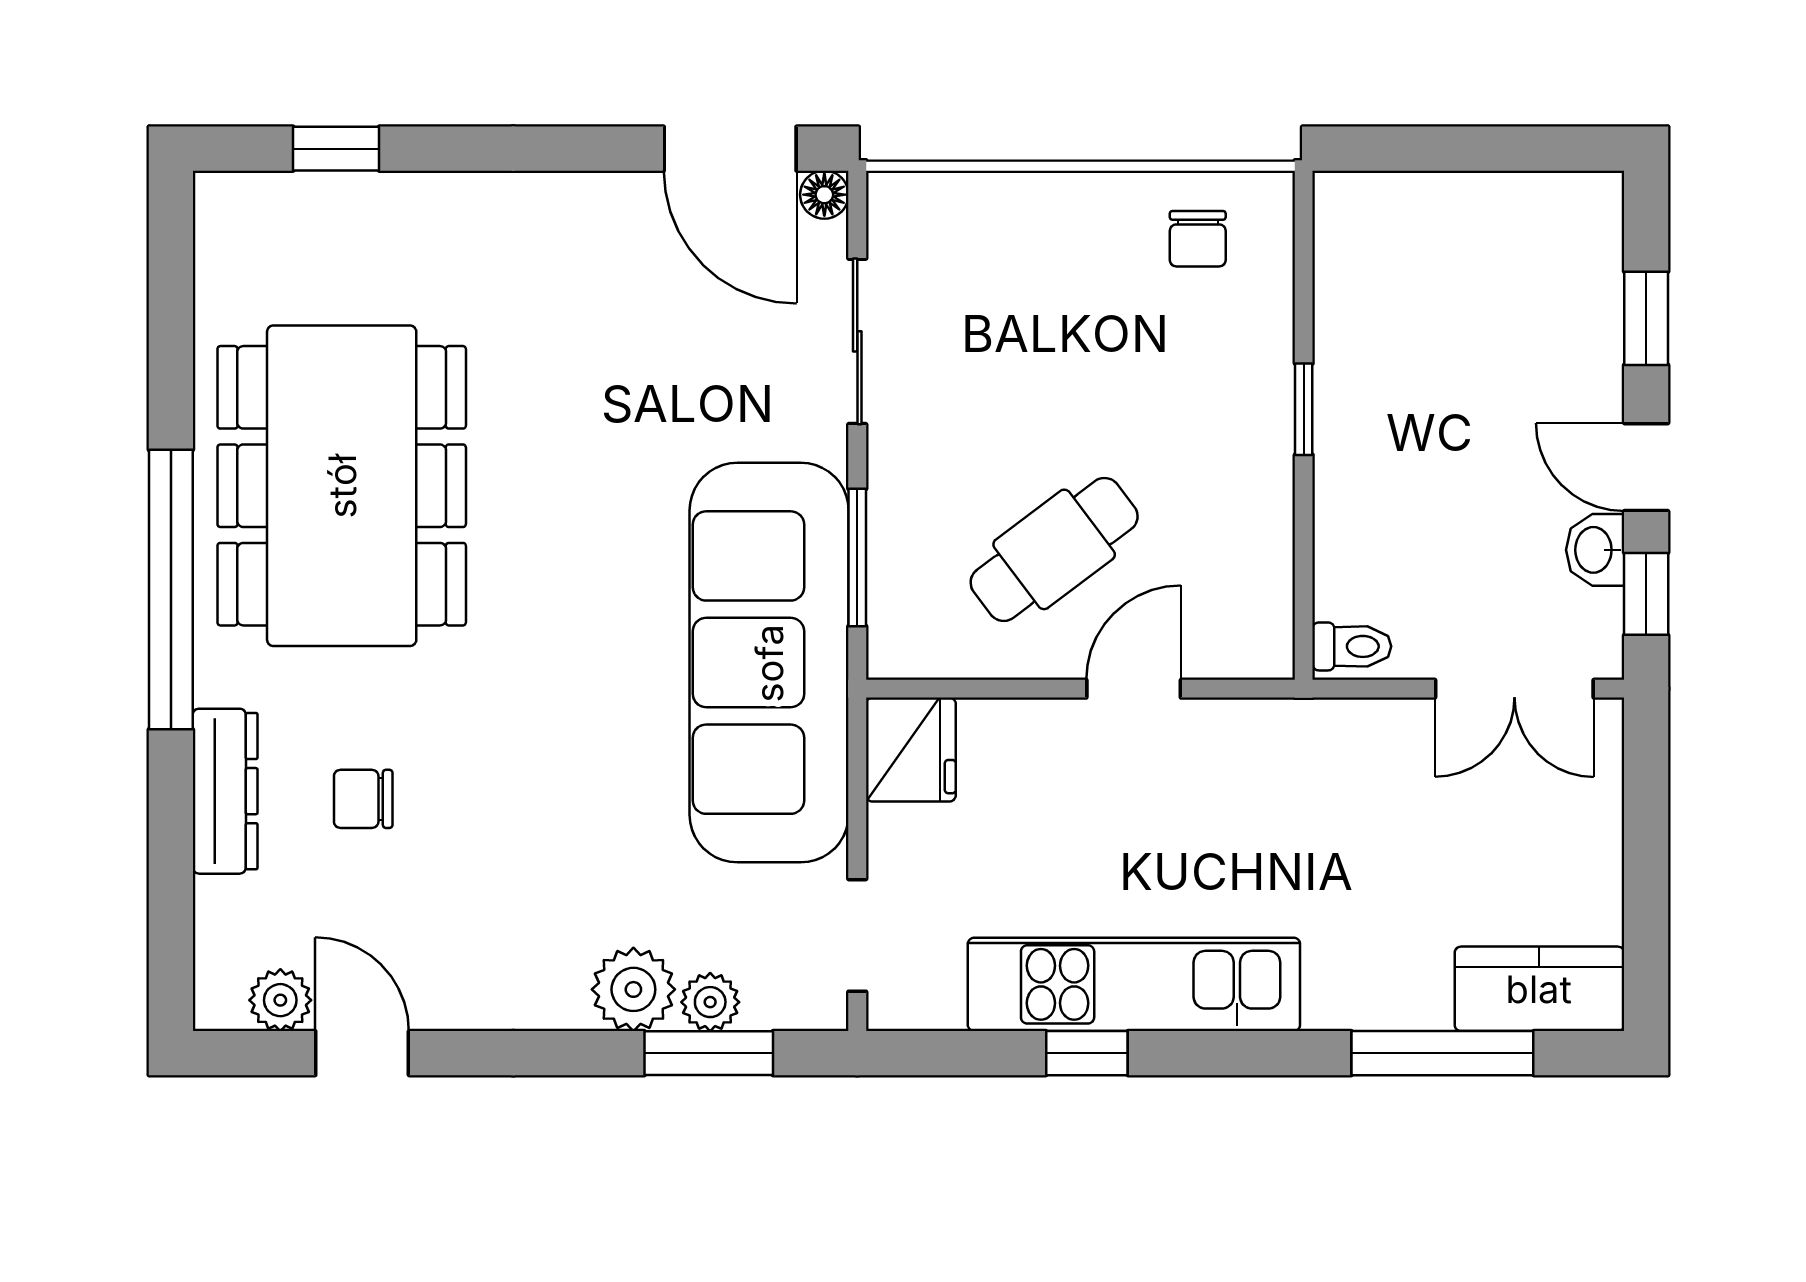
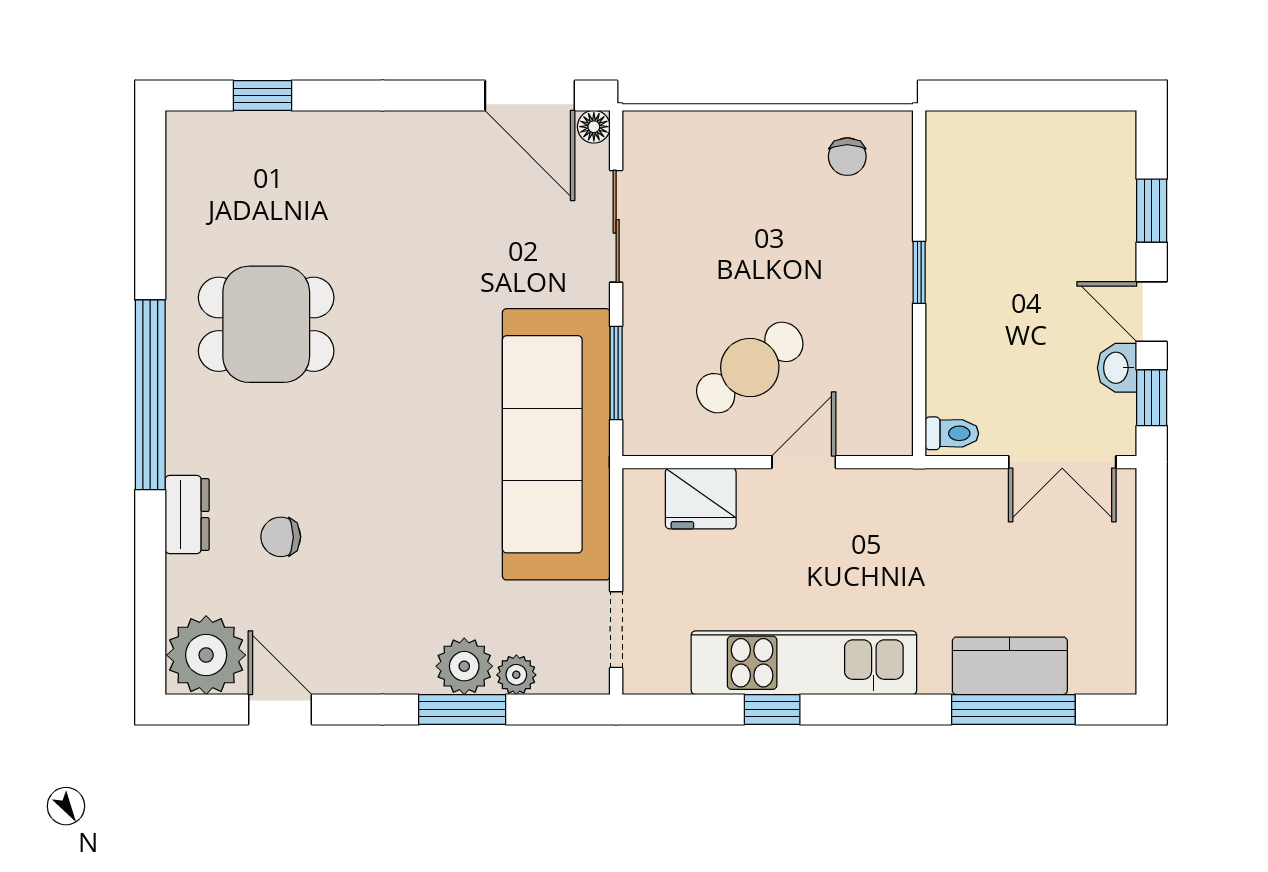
dining table: (342, 486) -> (266, 324), width x0.53, depth x0.80
fridge: (911, 750) -> (701, 498), moved, turned 90
dresser: (225, 791) -> (187, 515), width x0.70
kitchen counter: (1539, 989) -> (1010, 666), moved
plant: (280, 1000) -> (206, 655), width x1.88, depth x1.88
window: (709, 1053) -> (462, 709), moved

